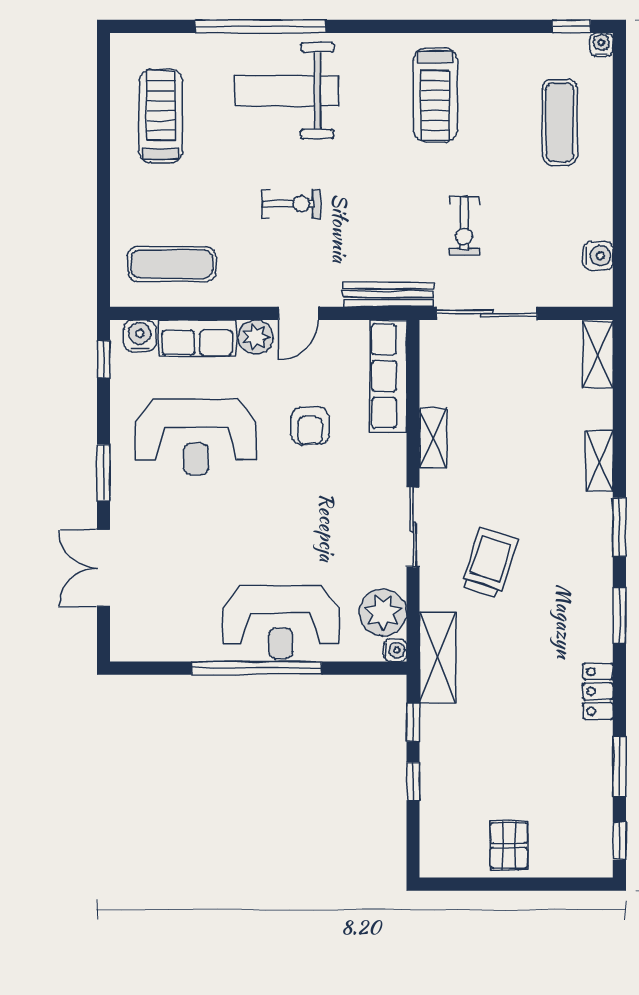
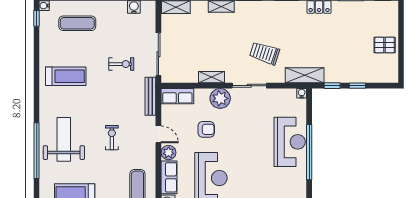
weight bench: (287, 91) -> (64, 139), turned 180
row of seats: (388, 376) -> (177, 96), width x0.68
plant: (383, 613) -> (220, 98), moved

